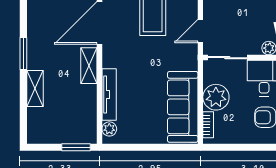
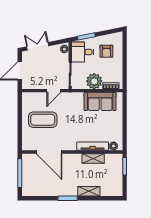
door: (200, 31) -> (54, 91), hinge flipped
shelving: (89, 66) -> (93, 158), moved
sofa: (183, 107) -> (100, 101), width x0.73

